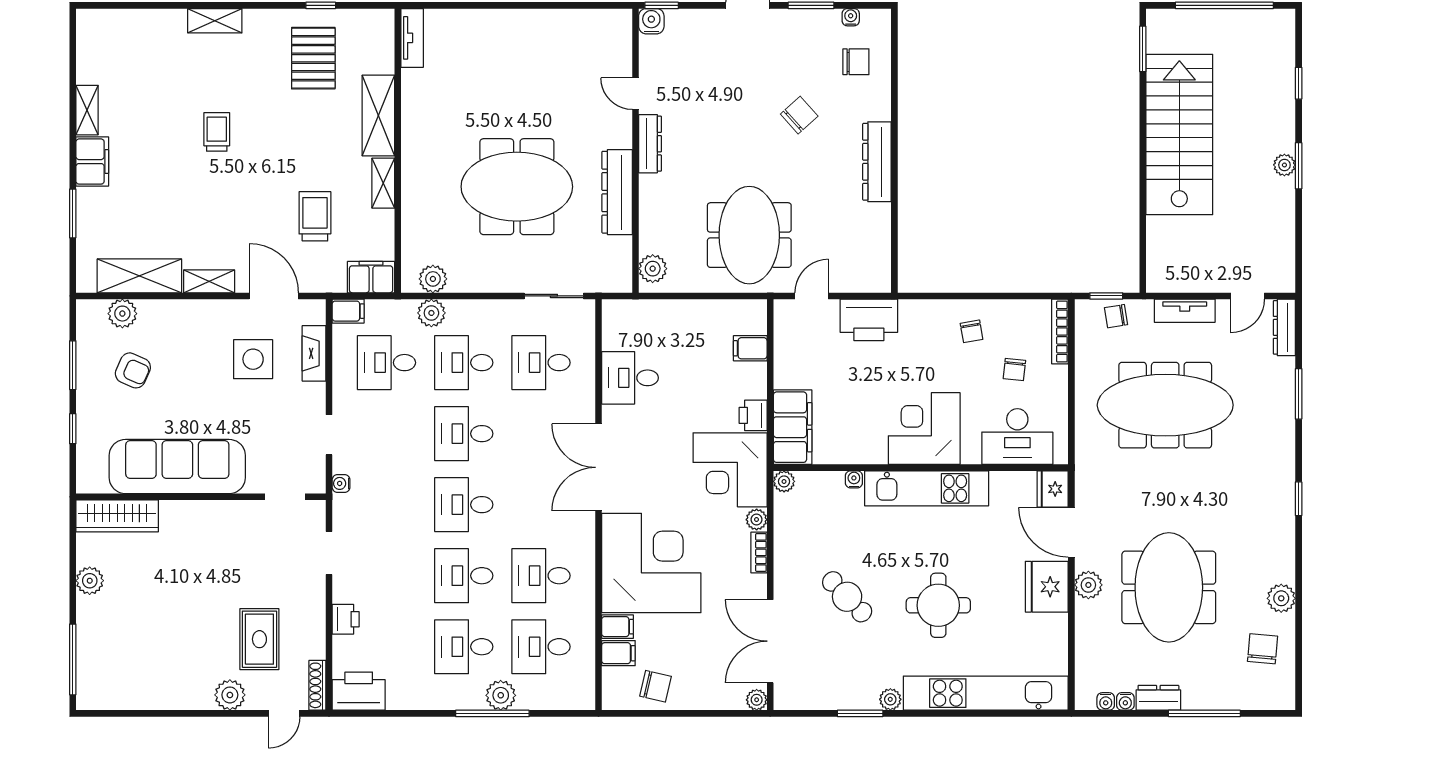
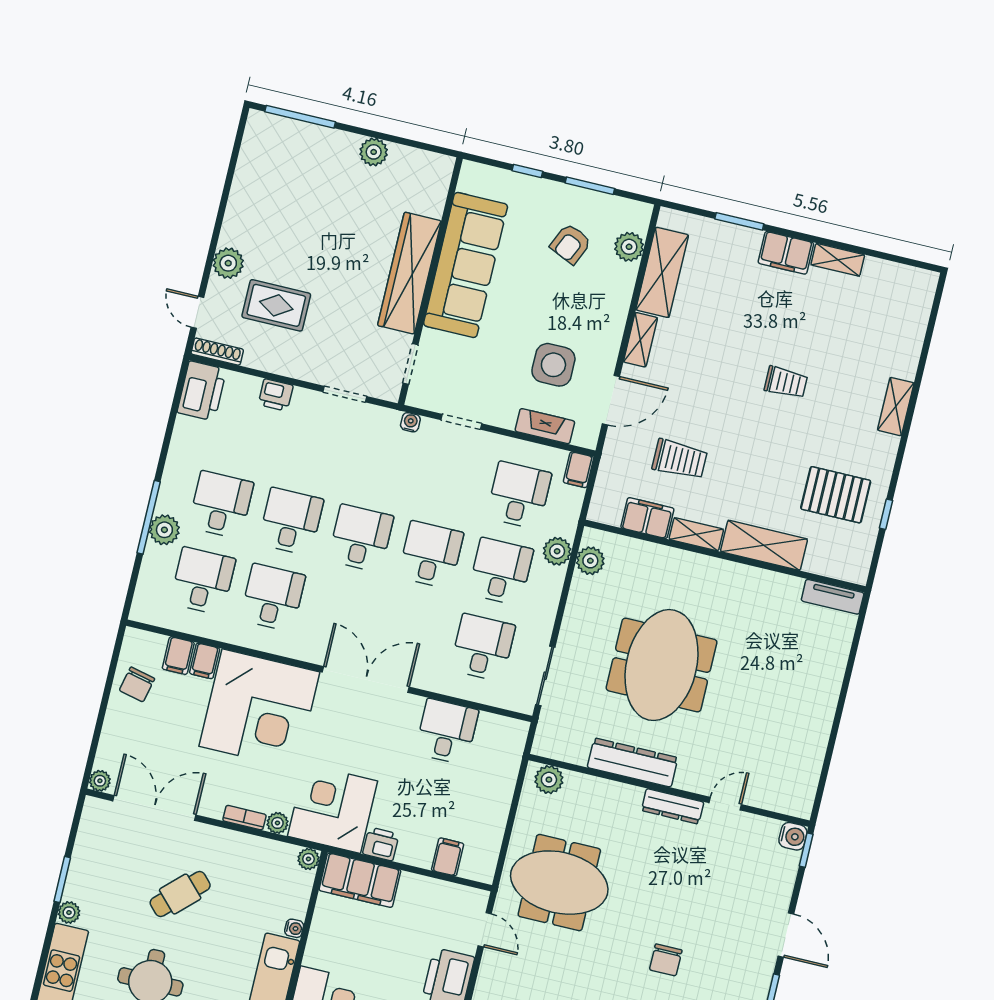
chair: (799, 115) -> (666, 960), turned 42
filing cabinet: (371, 277) -> (647, 518), moved, turned -90
wardrobe: (117, 516) -> (409, 273), moved, width x1.40, depth x1.17

